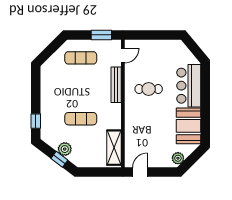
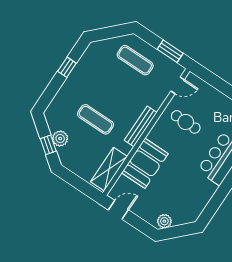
bench: (116, 85) -> (141, 126), moved
cafe table: (149, 89) -> (186, 122), moved
window: (36, 121) -> (67, 67), moved
booth: (188, 126) -> (145, 163), moved

